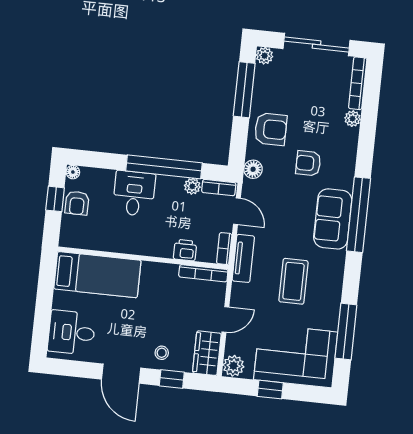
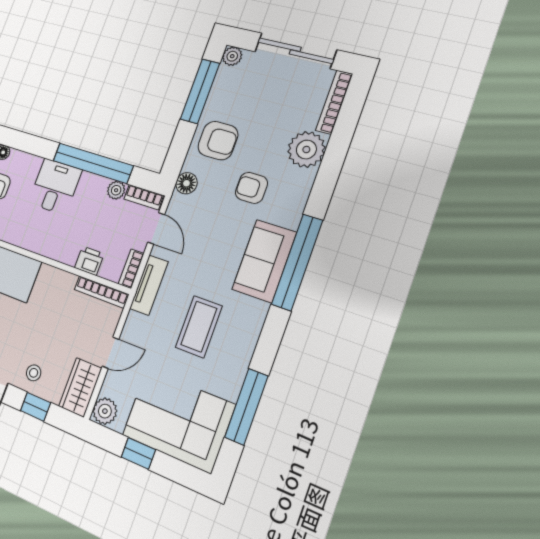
plant: (353, 119) -> (306, 149), width x1.88, depth x1.88

